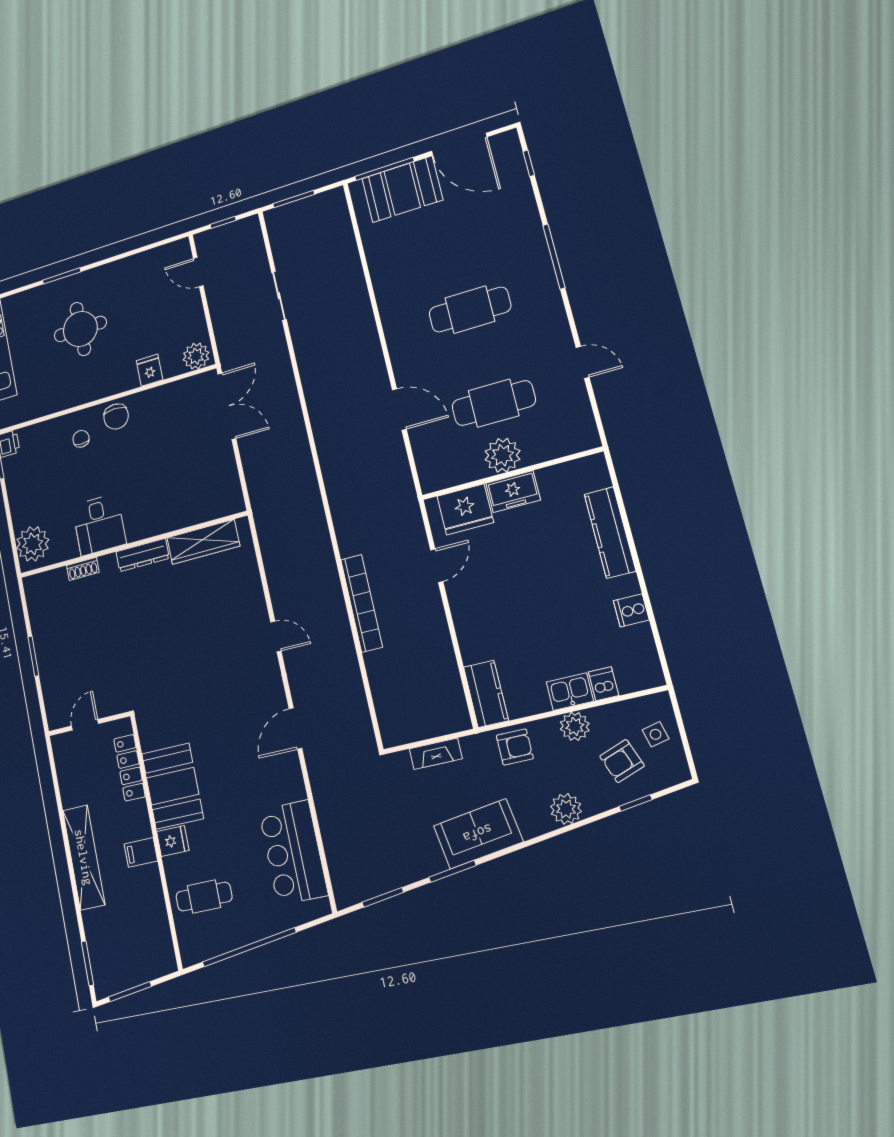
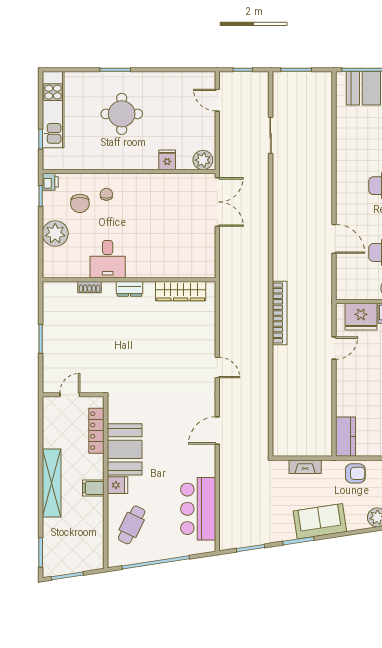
chair: (116, 417) -> (80, 203), moved
plant: (33, 544) -> (55, 233), moved
dresser: (143, 555) -> (130, 289), width x0.70
bookcase: (362, 603) -> (280, 313), moved
cafe table: (204, 897) -> (132, 525), turned -64

